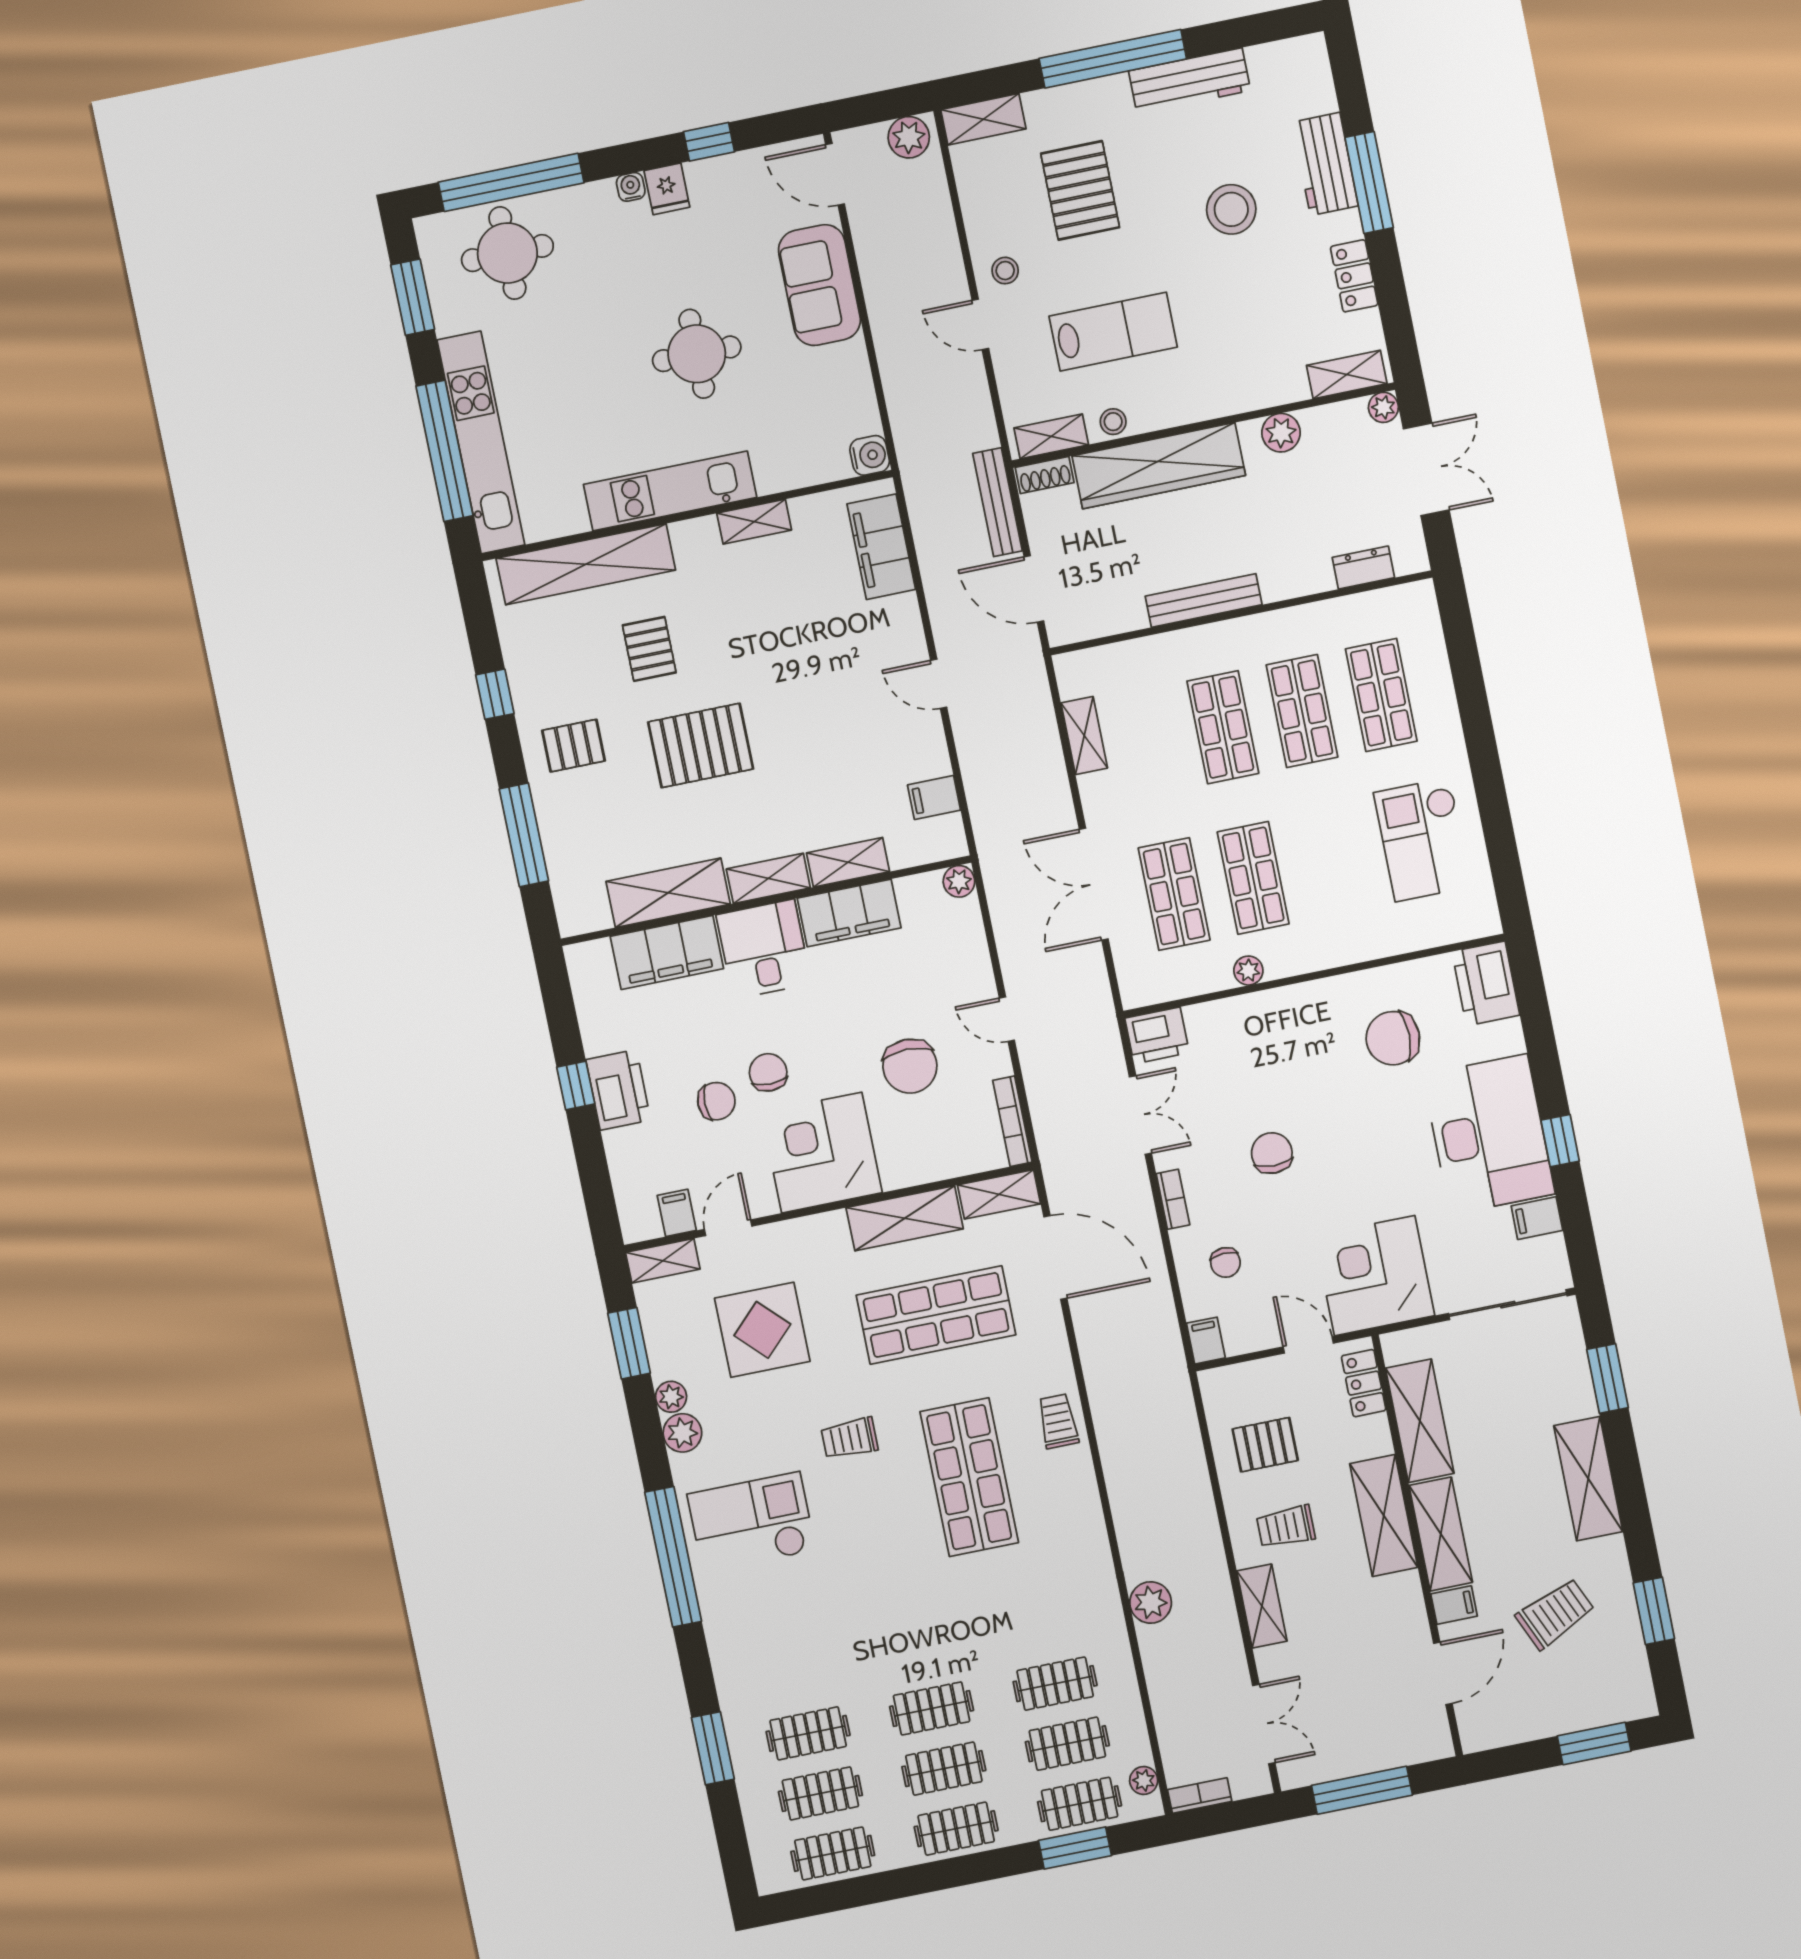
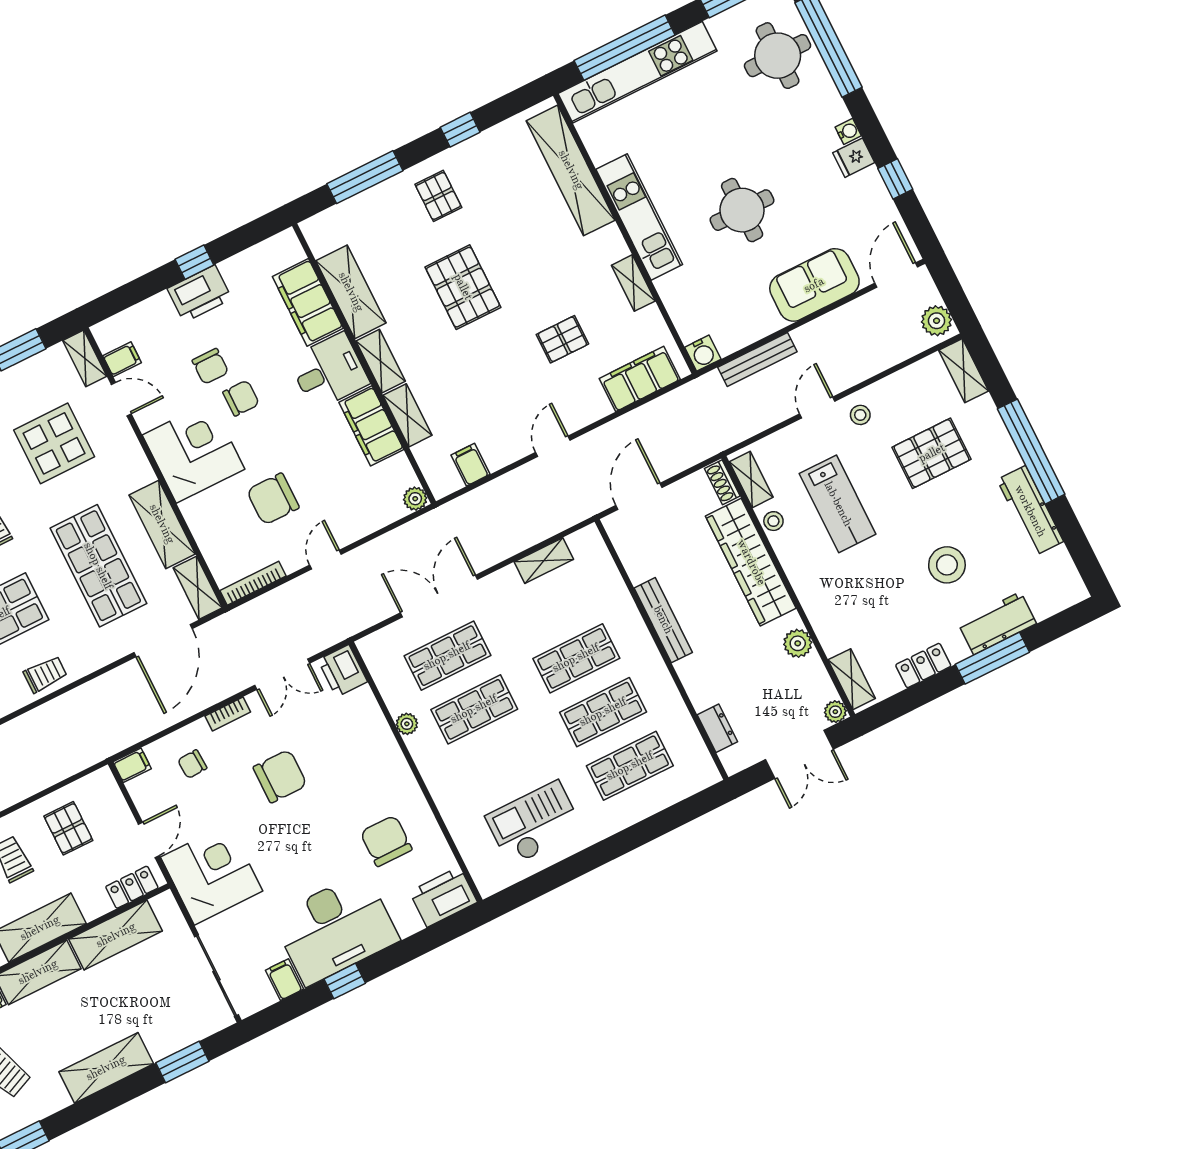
bench: (998, 502) -> (757, 360), moved
pallet: (649, 649) -> (562, 339), moved
chair: (1272, 1153) -> (280, 776), width x1.37, depth x1.37

